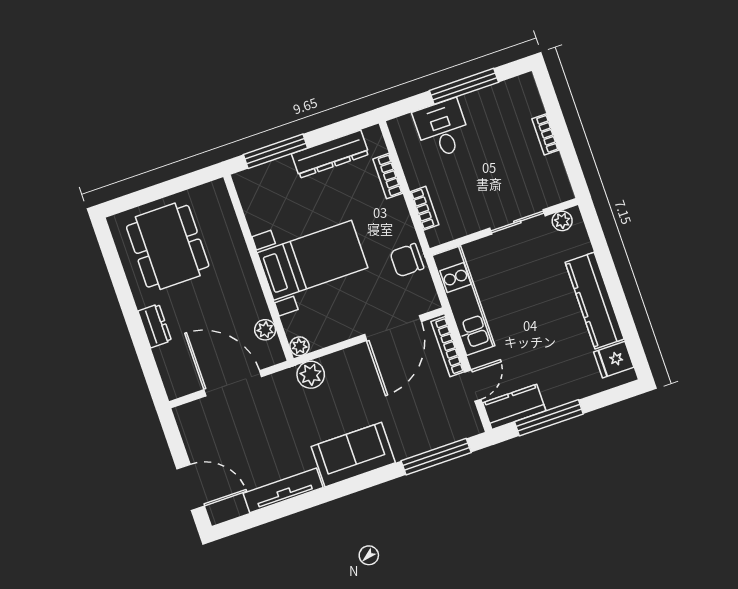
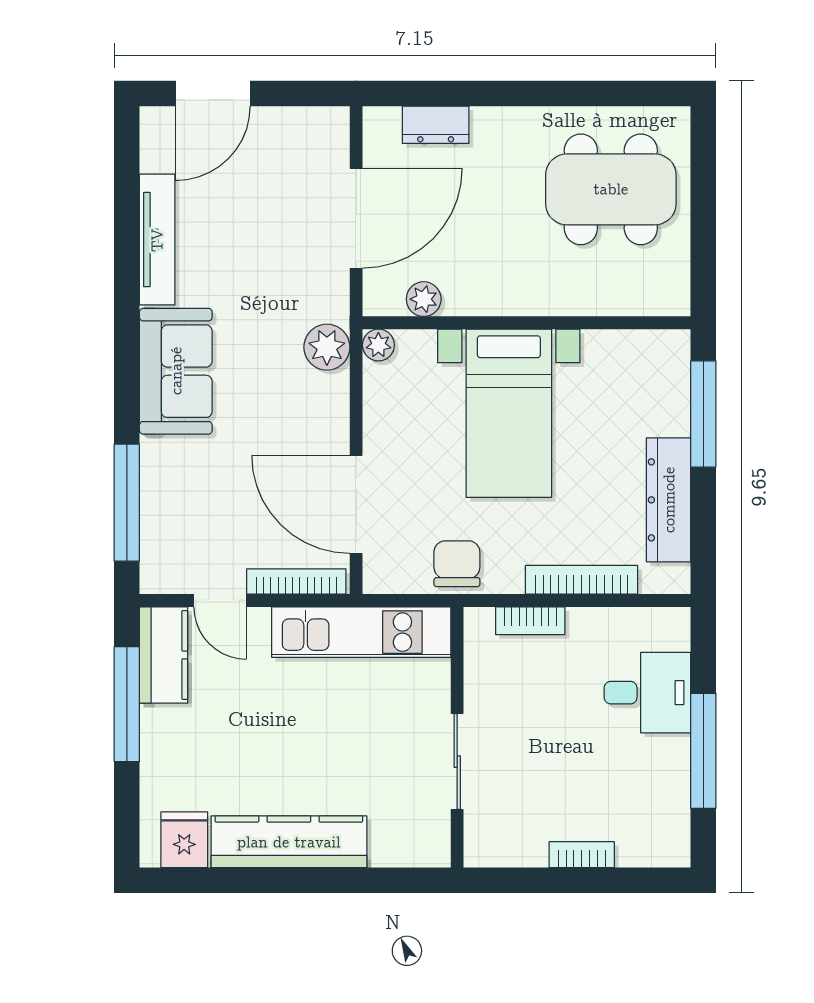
bookcase: (388, 176) -> (582, 580), width x1.56
plant: (562, 221) -> (434, 834), removed
dresser: (155, 326) -> (436, 125), moved

